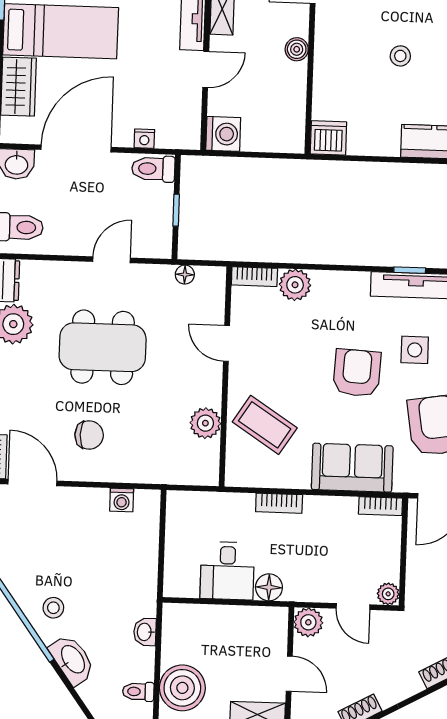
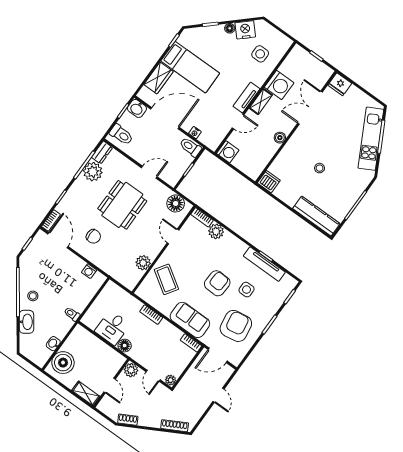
floor lamp: (185, 275) -> (176, 203), width x1.89, depth x1.89
dining table: (103, 347) -> (122, 205), turned 90
washbasin: (145, 632) -> (53, 344), moved
toilet: (138, 692) -> (72, 314), moved

